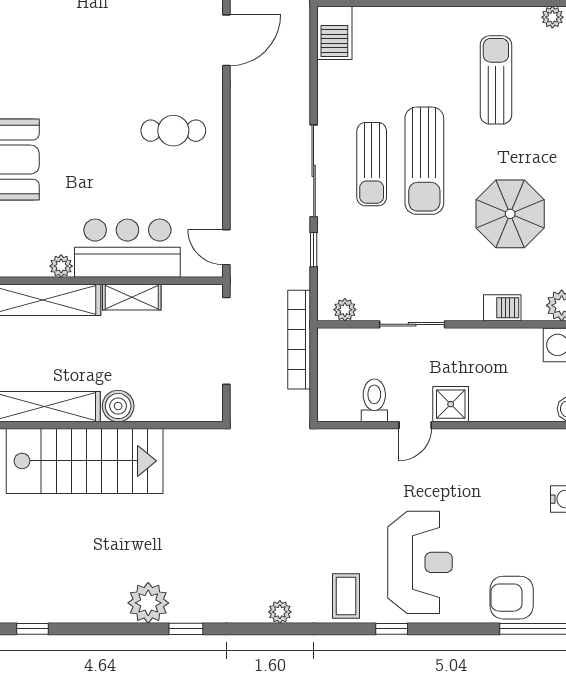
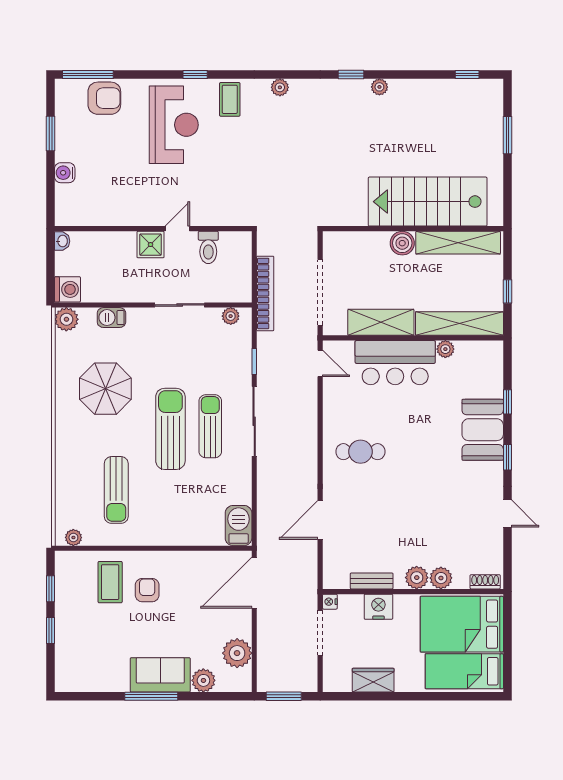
shelving: (132, 297) -> (381, 322), width x1.50, depth x1.33
reception desk: (420, 562) -> (174, 125), turned 180
plant: (148, 603) -> (379, 87), width x0.53, depth x0.53

